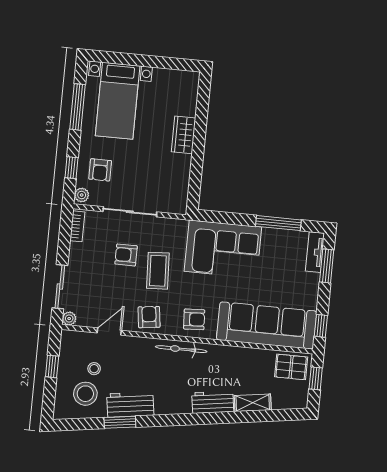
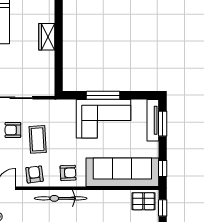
window: (278, 223) -> (103, 95), moved
corner sofa: (223, 249) -> (104, 119), moved
tv unit: (315, 252) -> (153, 120), width x1.41
bicycle: (181, 349) -> (61, 198), width x1.37, depth x1.40

